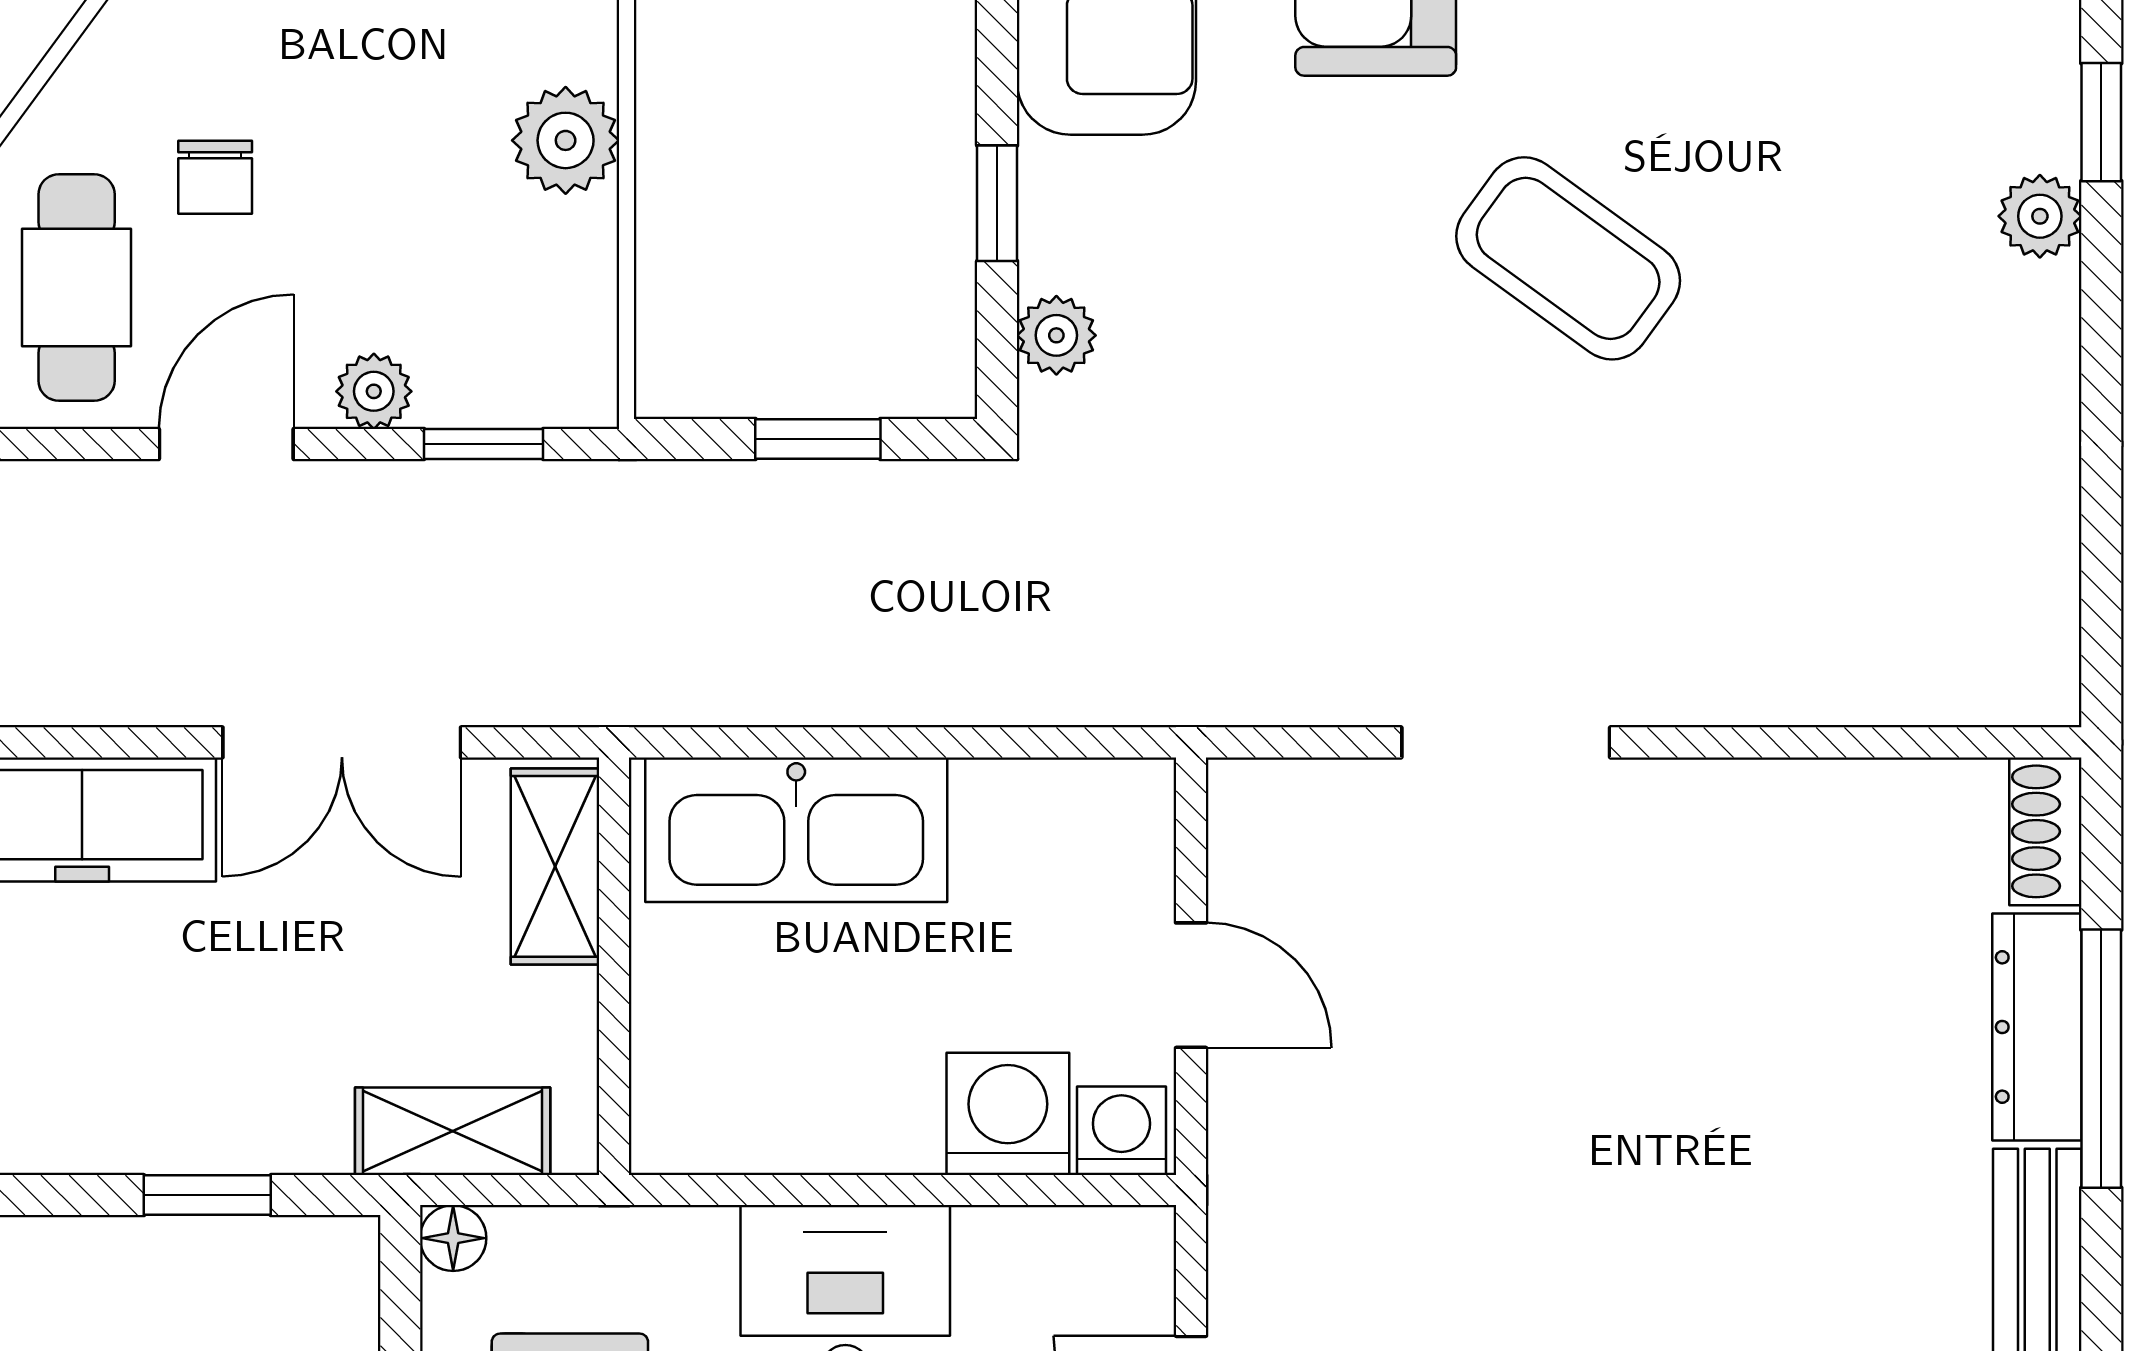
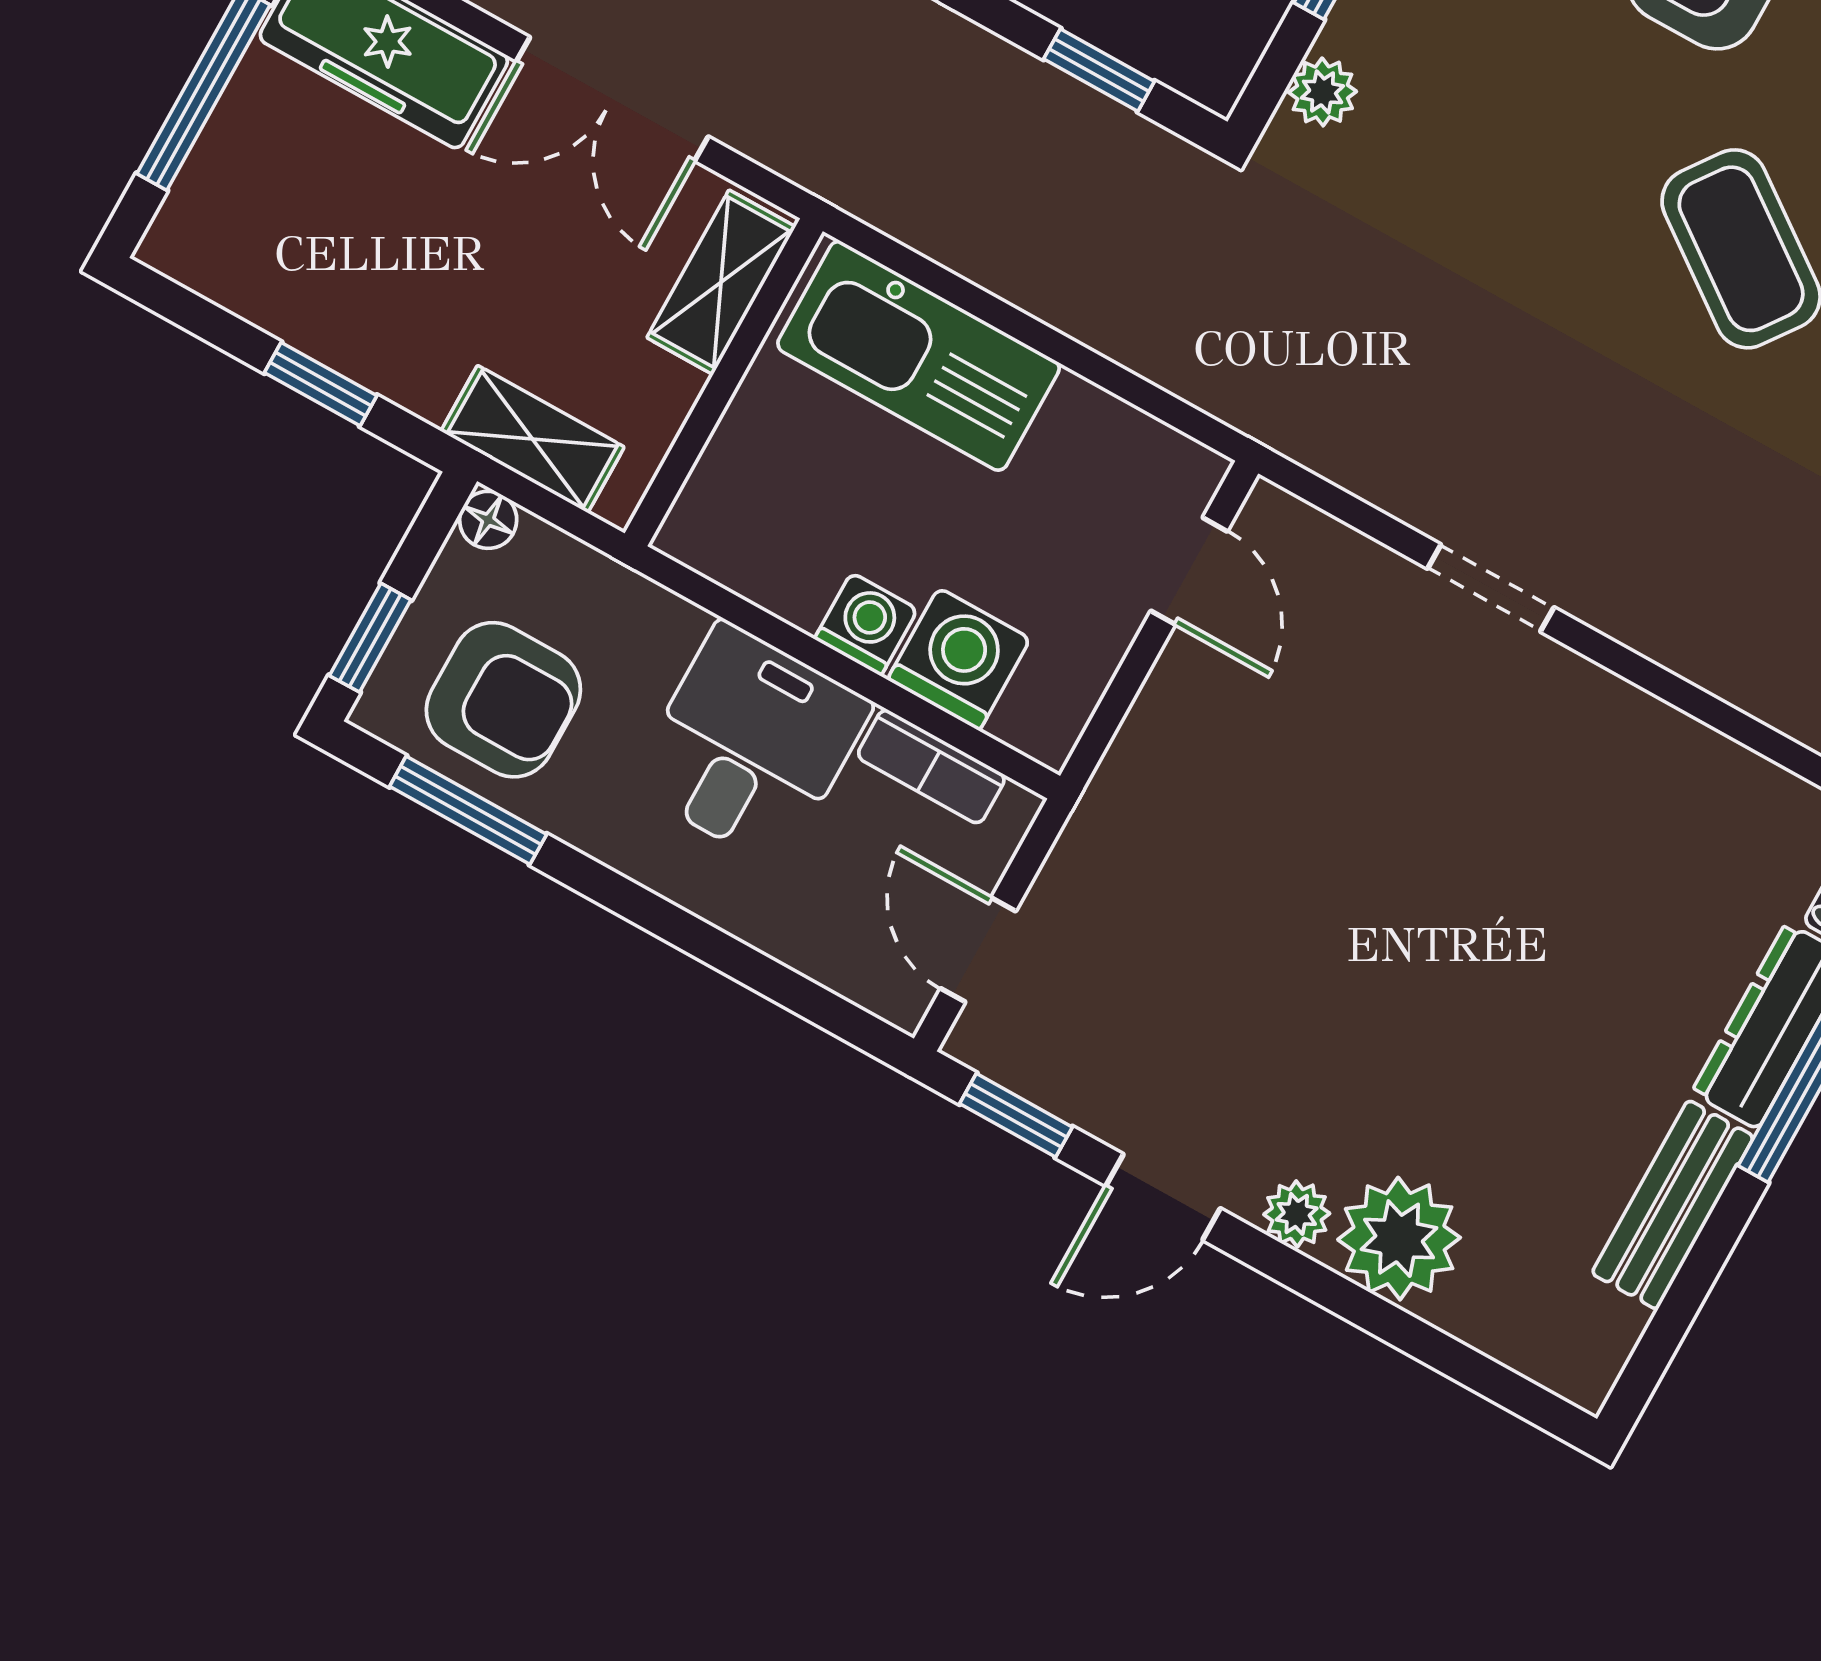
doorway: (1506, 742) -> (1491, 588), width x0.73
door: (1191, 985) -> (1189, 571), moved
washing machine: (1121, 1131) -> (866, 624), moved
bookcase: (1040, 1238) -> (931, 766), added

